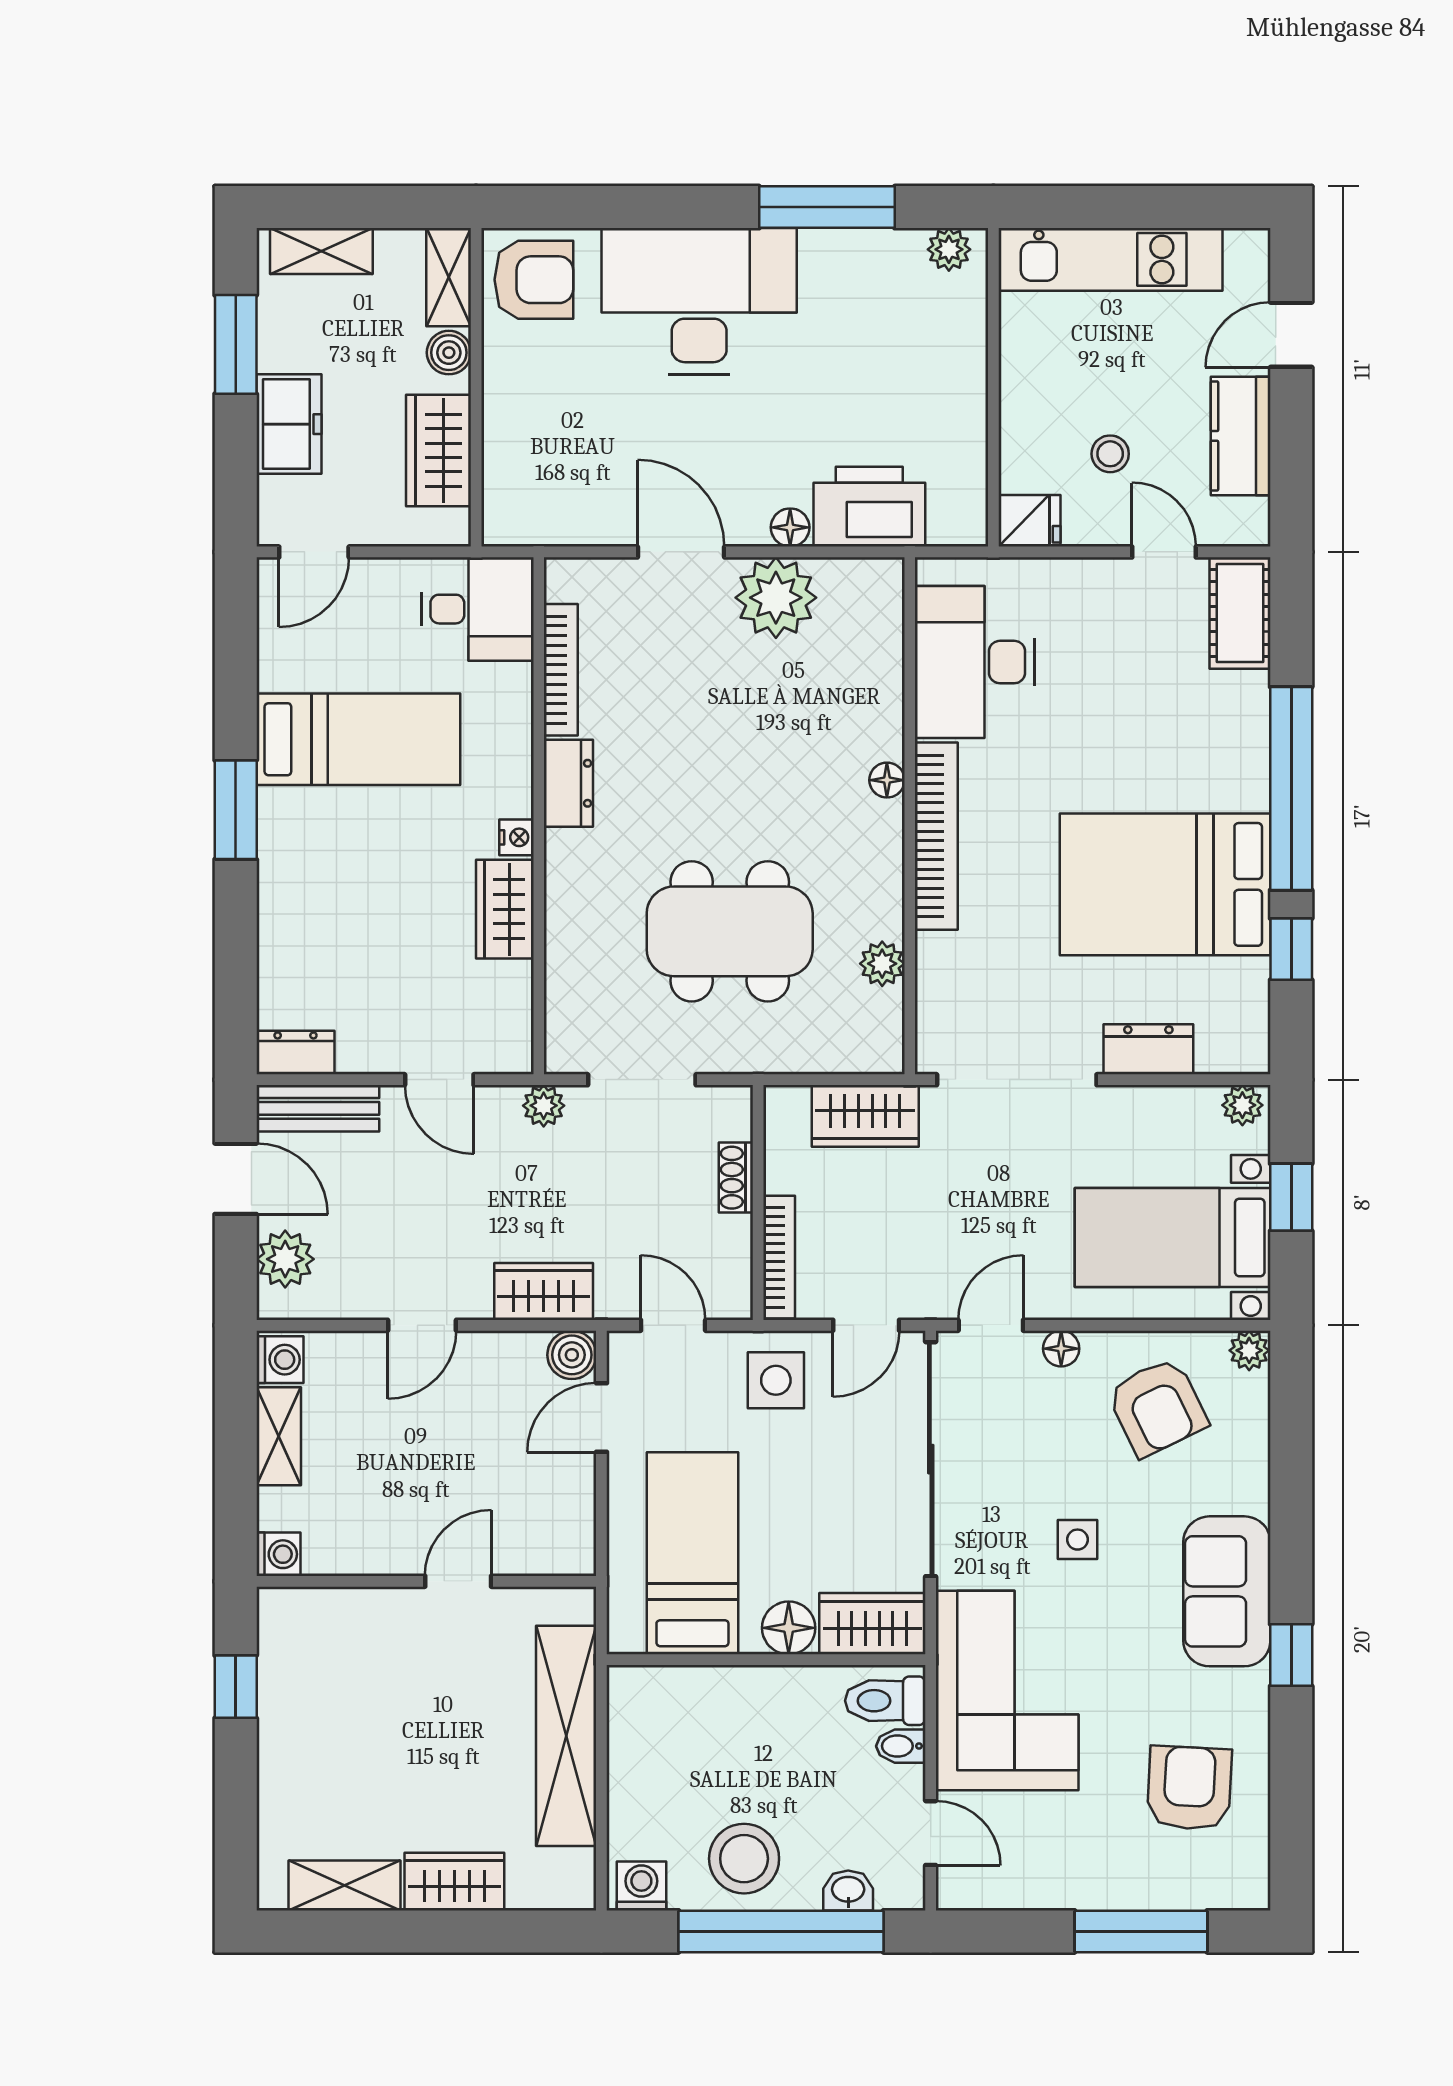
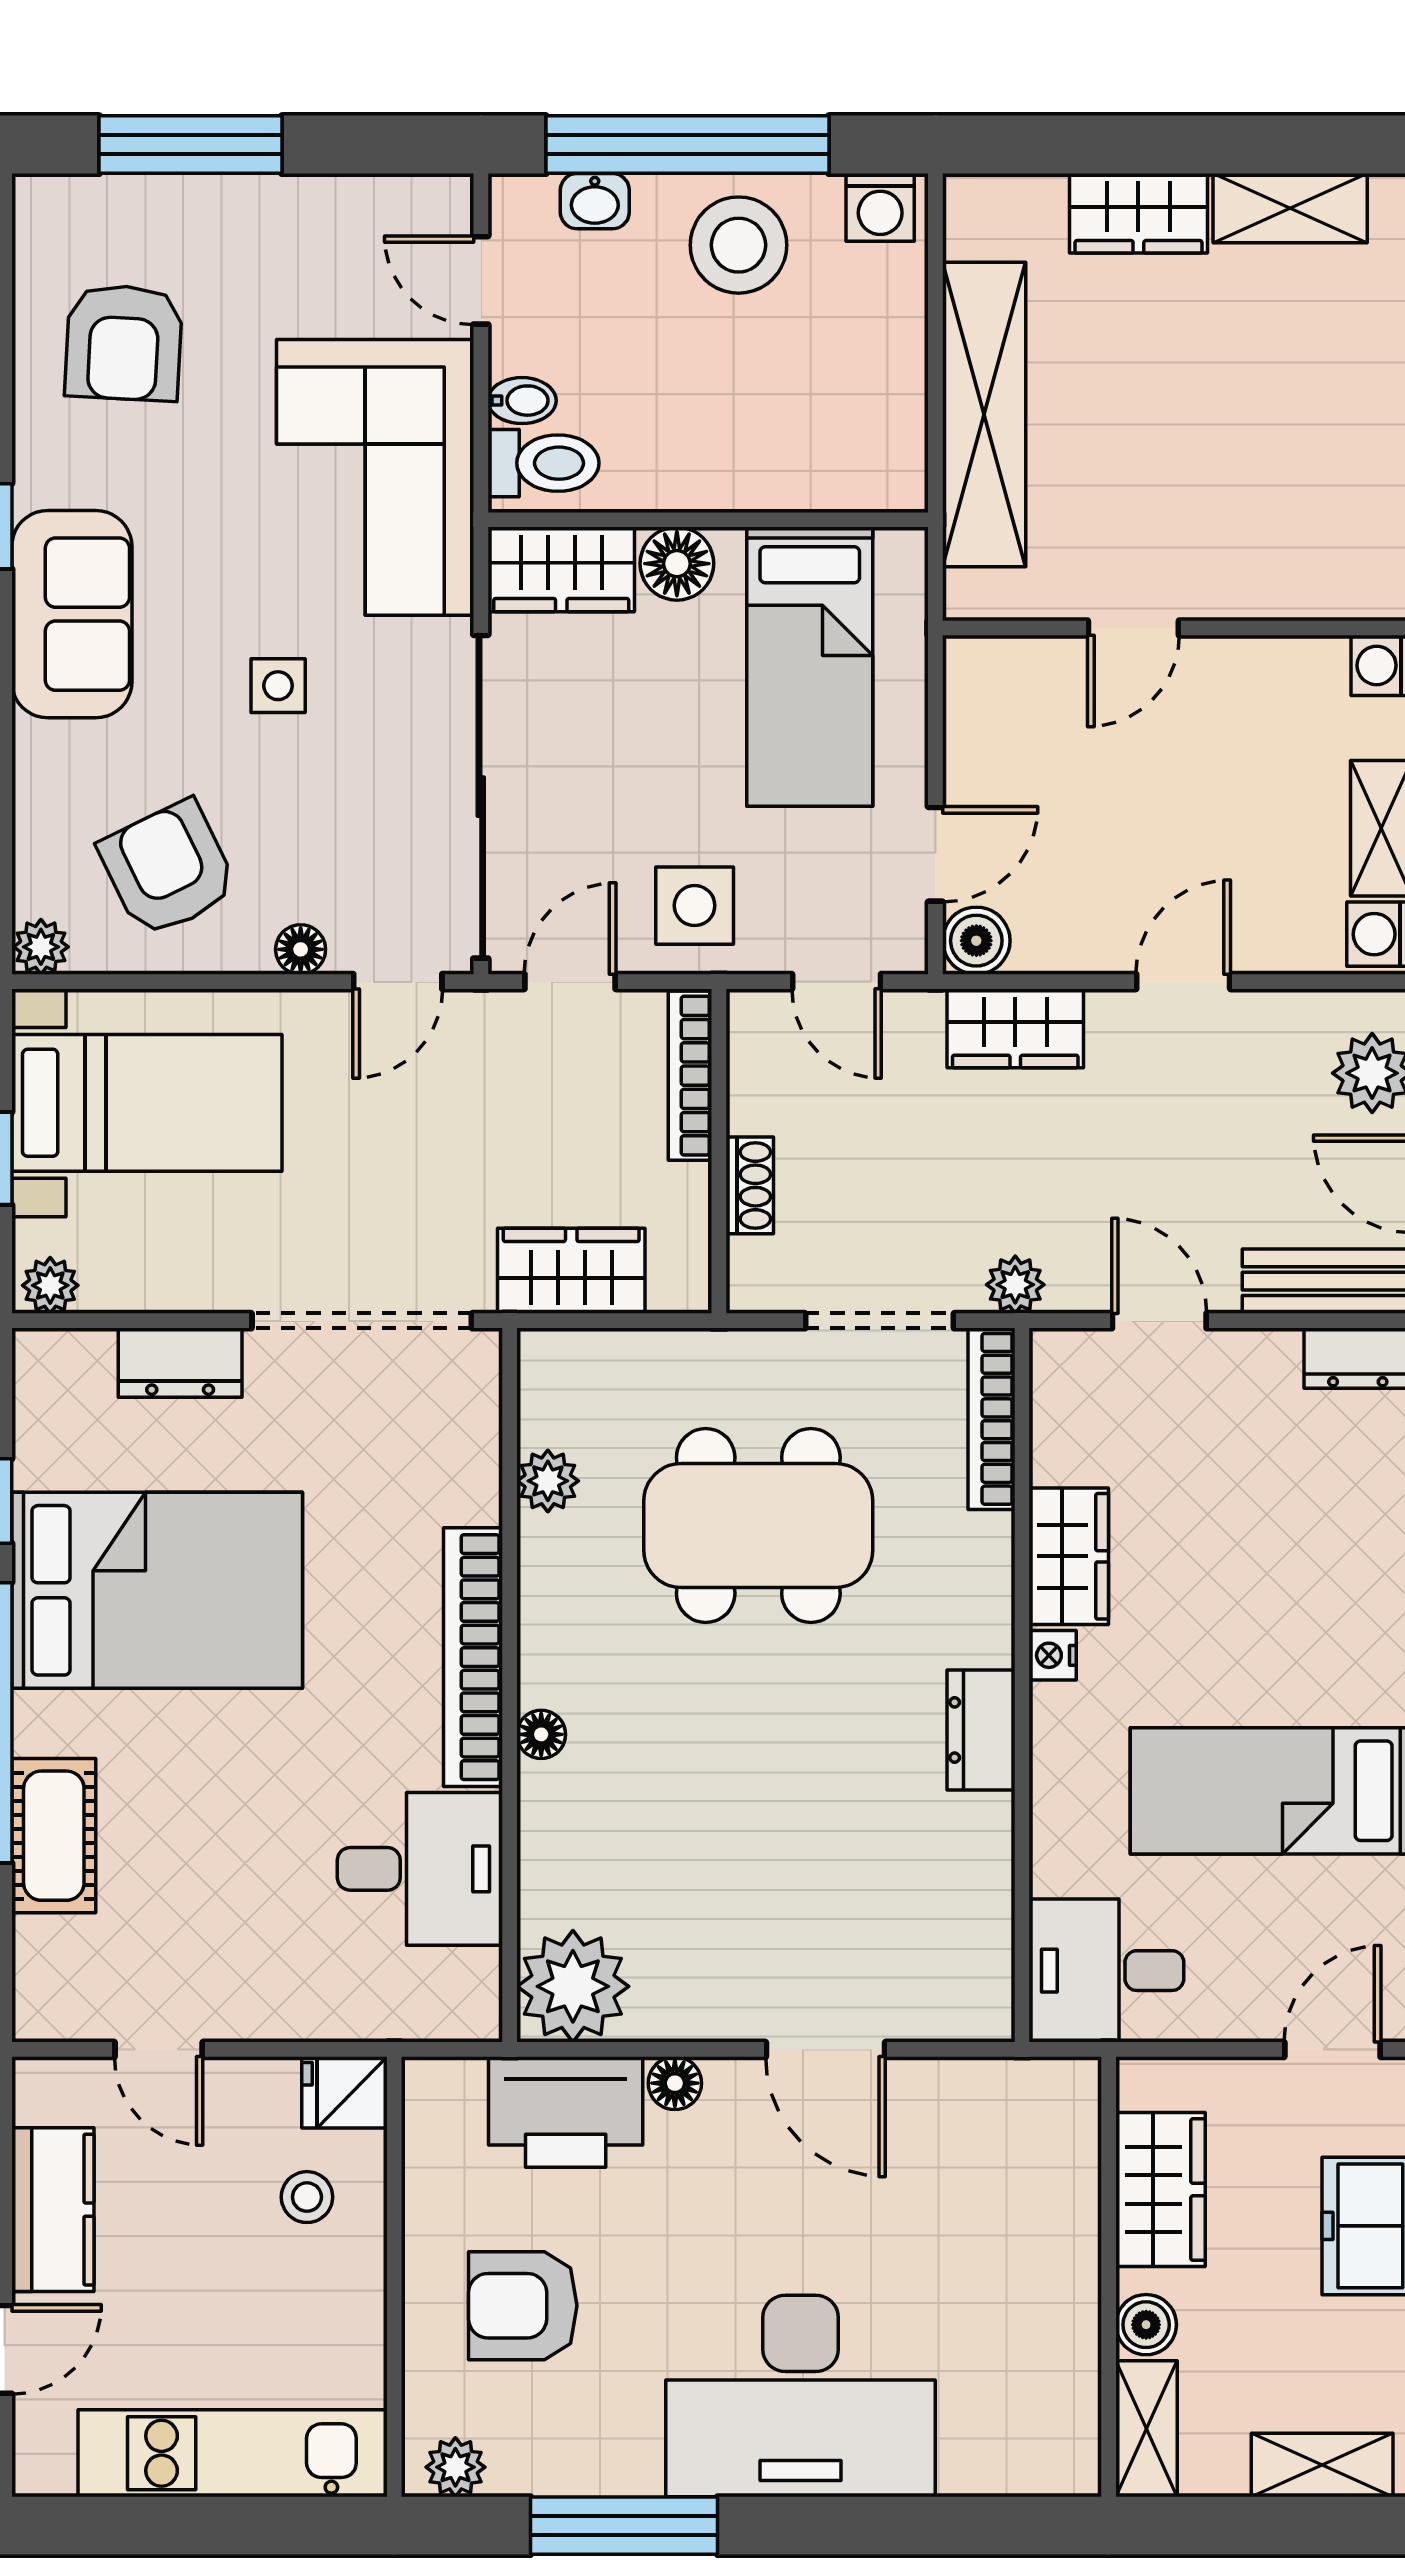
armchair: (534, 280) -> (523, 2306), moved
stool: (1110, 454) -> (307, 2197), moved
plant: (776, 598) -> (573, 1986), moved
cot: (1240, 613) -> (54, 1836), moved
desk: (975, 662) -> (420, 1869), width x0.73
bookcase: (561, 670) -> (991, 1419), moved

